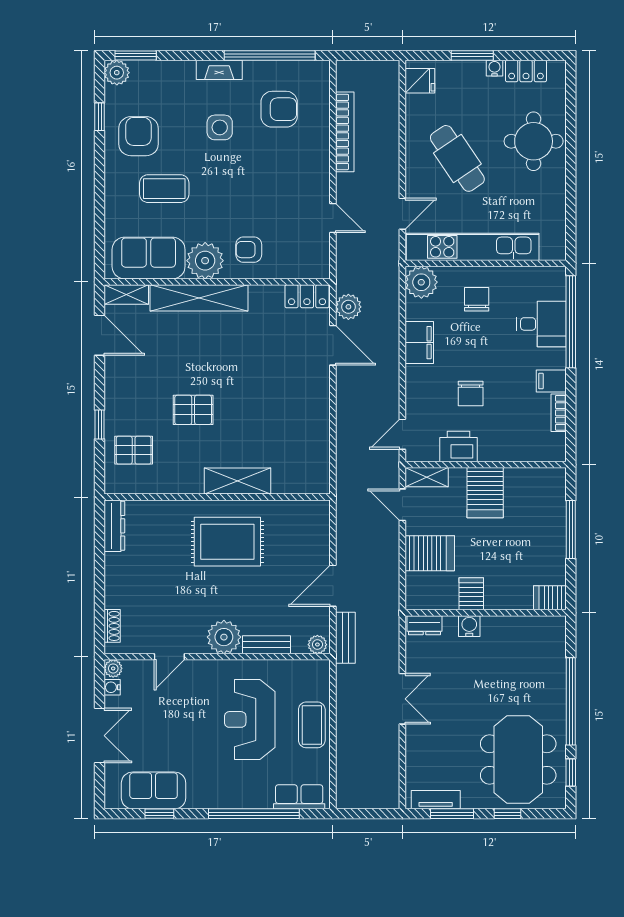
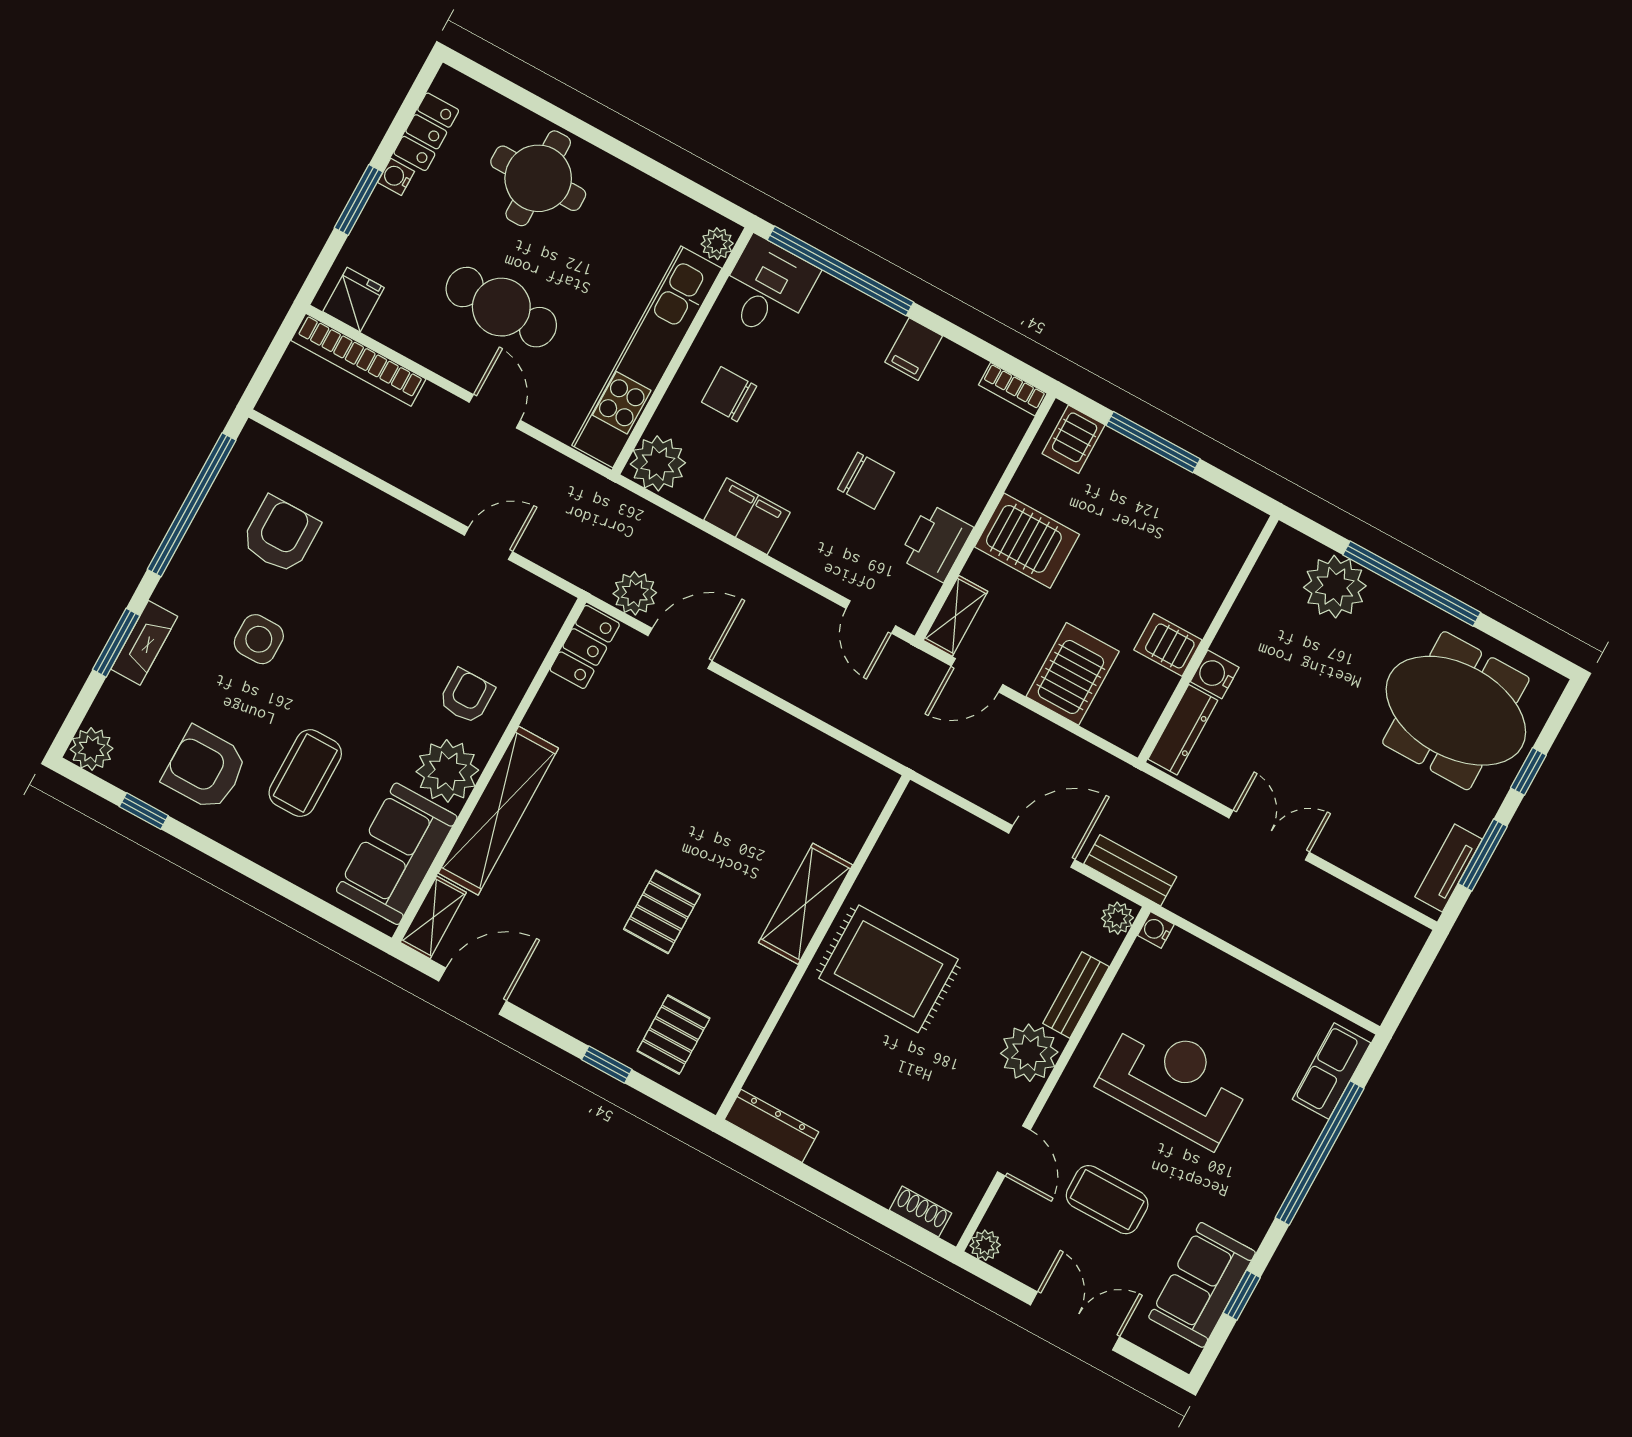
window: (136, 55) -> (116, 643), moved
fireplace: (219, 70) -> (144, 643), moved
bookcase: (345, 132) -> (358, 360), moved, turned 180
cafe table: (457, 158) -> (501, 307), turned 34
door: (402, 214) -> (495, 411), moved
armchair: (249, 250) -> (467, 696), turned 180
plant: (550, 251) -> (717, 244), added
desk: (541, 324) -> (767, 288), moved
bookcase: (559, 413) -> (1013, 389), moved
rug: (227, 542) -> (888, 969), turned 90
door: (333, 586) -> (1042, 846), swing flipped
server rack: (550, 598) -> (1074, 439), moved
dresser: (424, 625) -> (1183, 730), width x1.44
plant: (548, 663) -> (1335, 587), added
water cooler: (112, 687) -> (1156, 930), moved, turned 90
reception desk: (250, 719) -> (1175, 1082), turned 180
coffee table: (312, 725) -> (1107, 1200), moved
window: (571, 773) -> (1519, 642), removed

